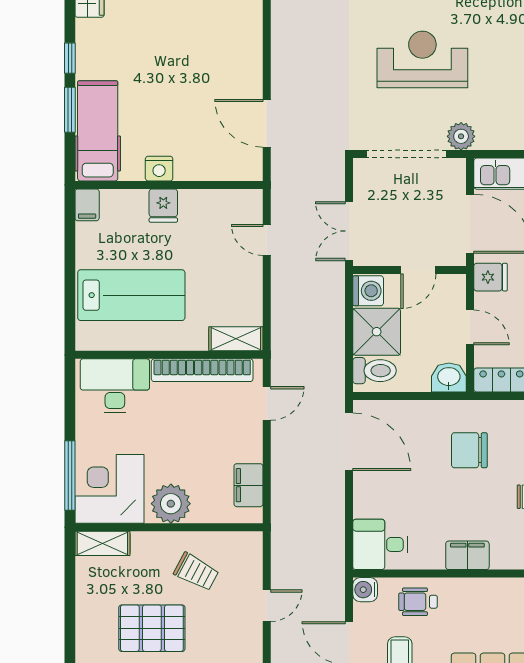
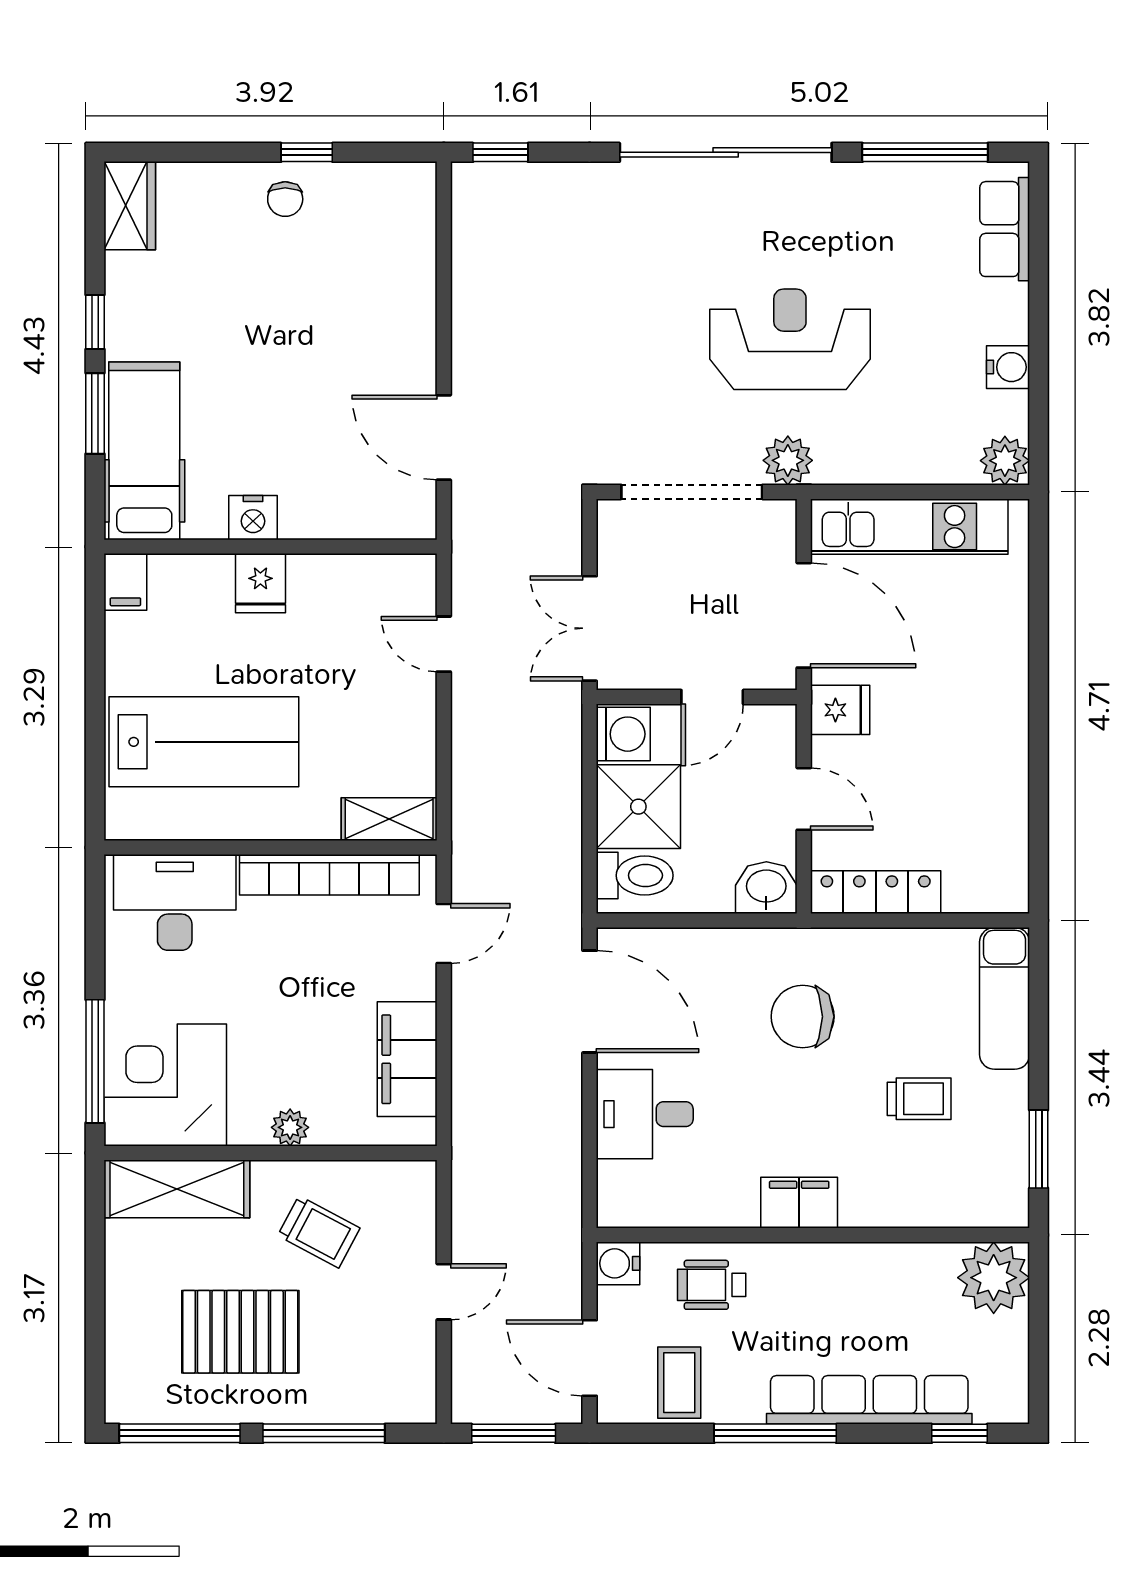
reception desk: (422, 59) -> (790, 339), moved
filing cabinet: (248, 485) -> (407, 1059), width x1.50, depth x1.17
plant: (171, 504) -> (290, 1127), width x0.53, depth x0.53
shelving: (102, 543) -> (177, 1189), width x1.50, depth x1.33
desk: (380, 544) -> (645, 1114), moved

